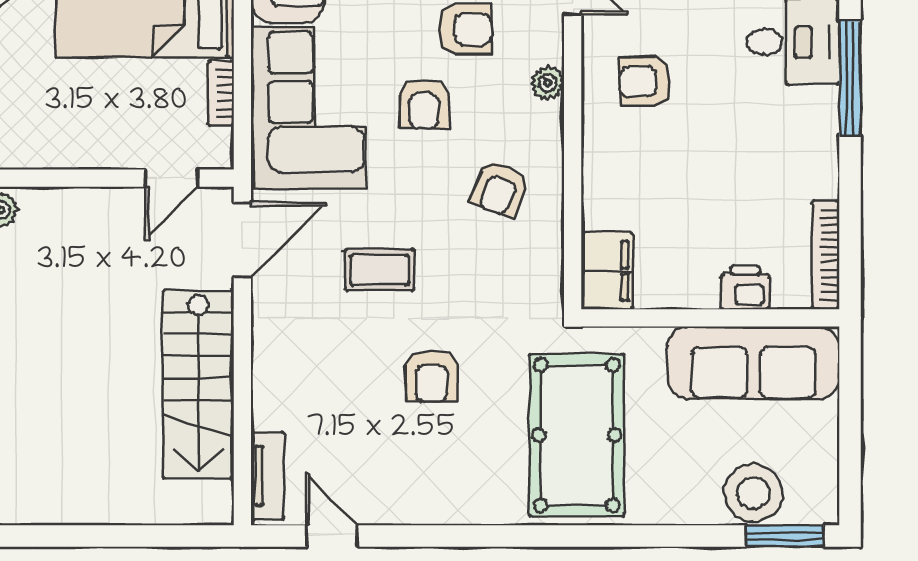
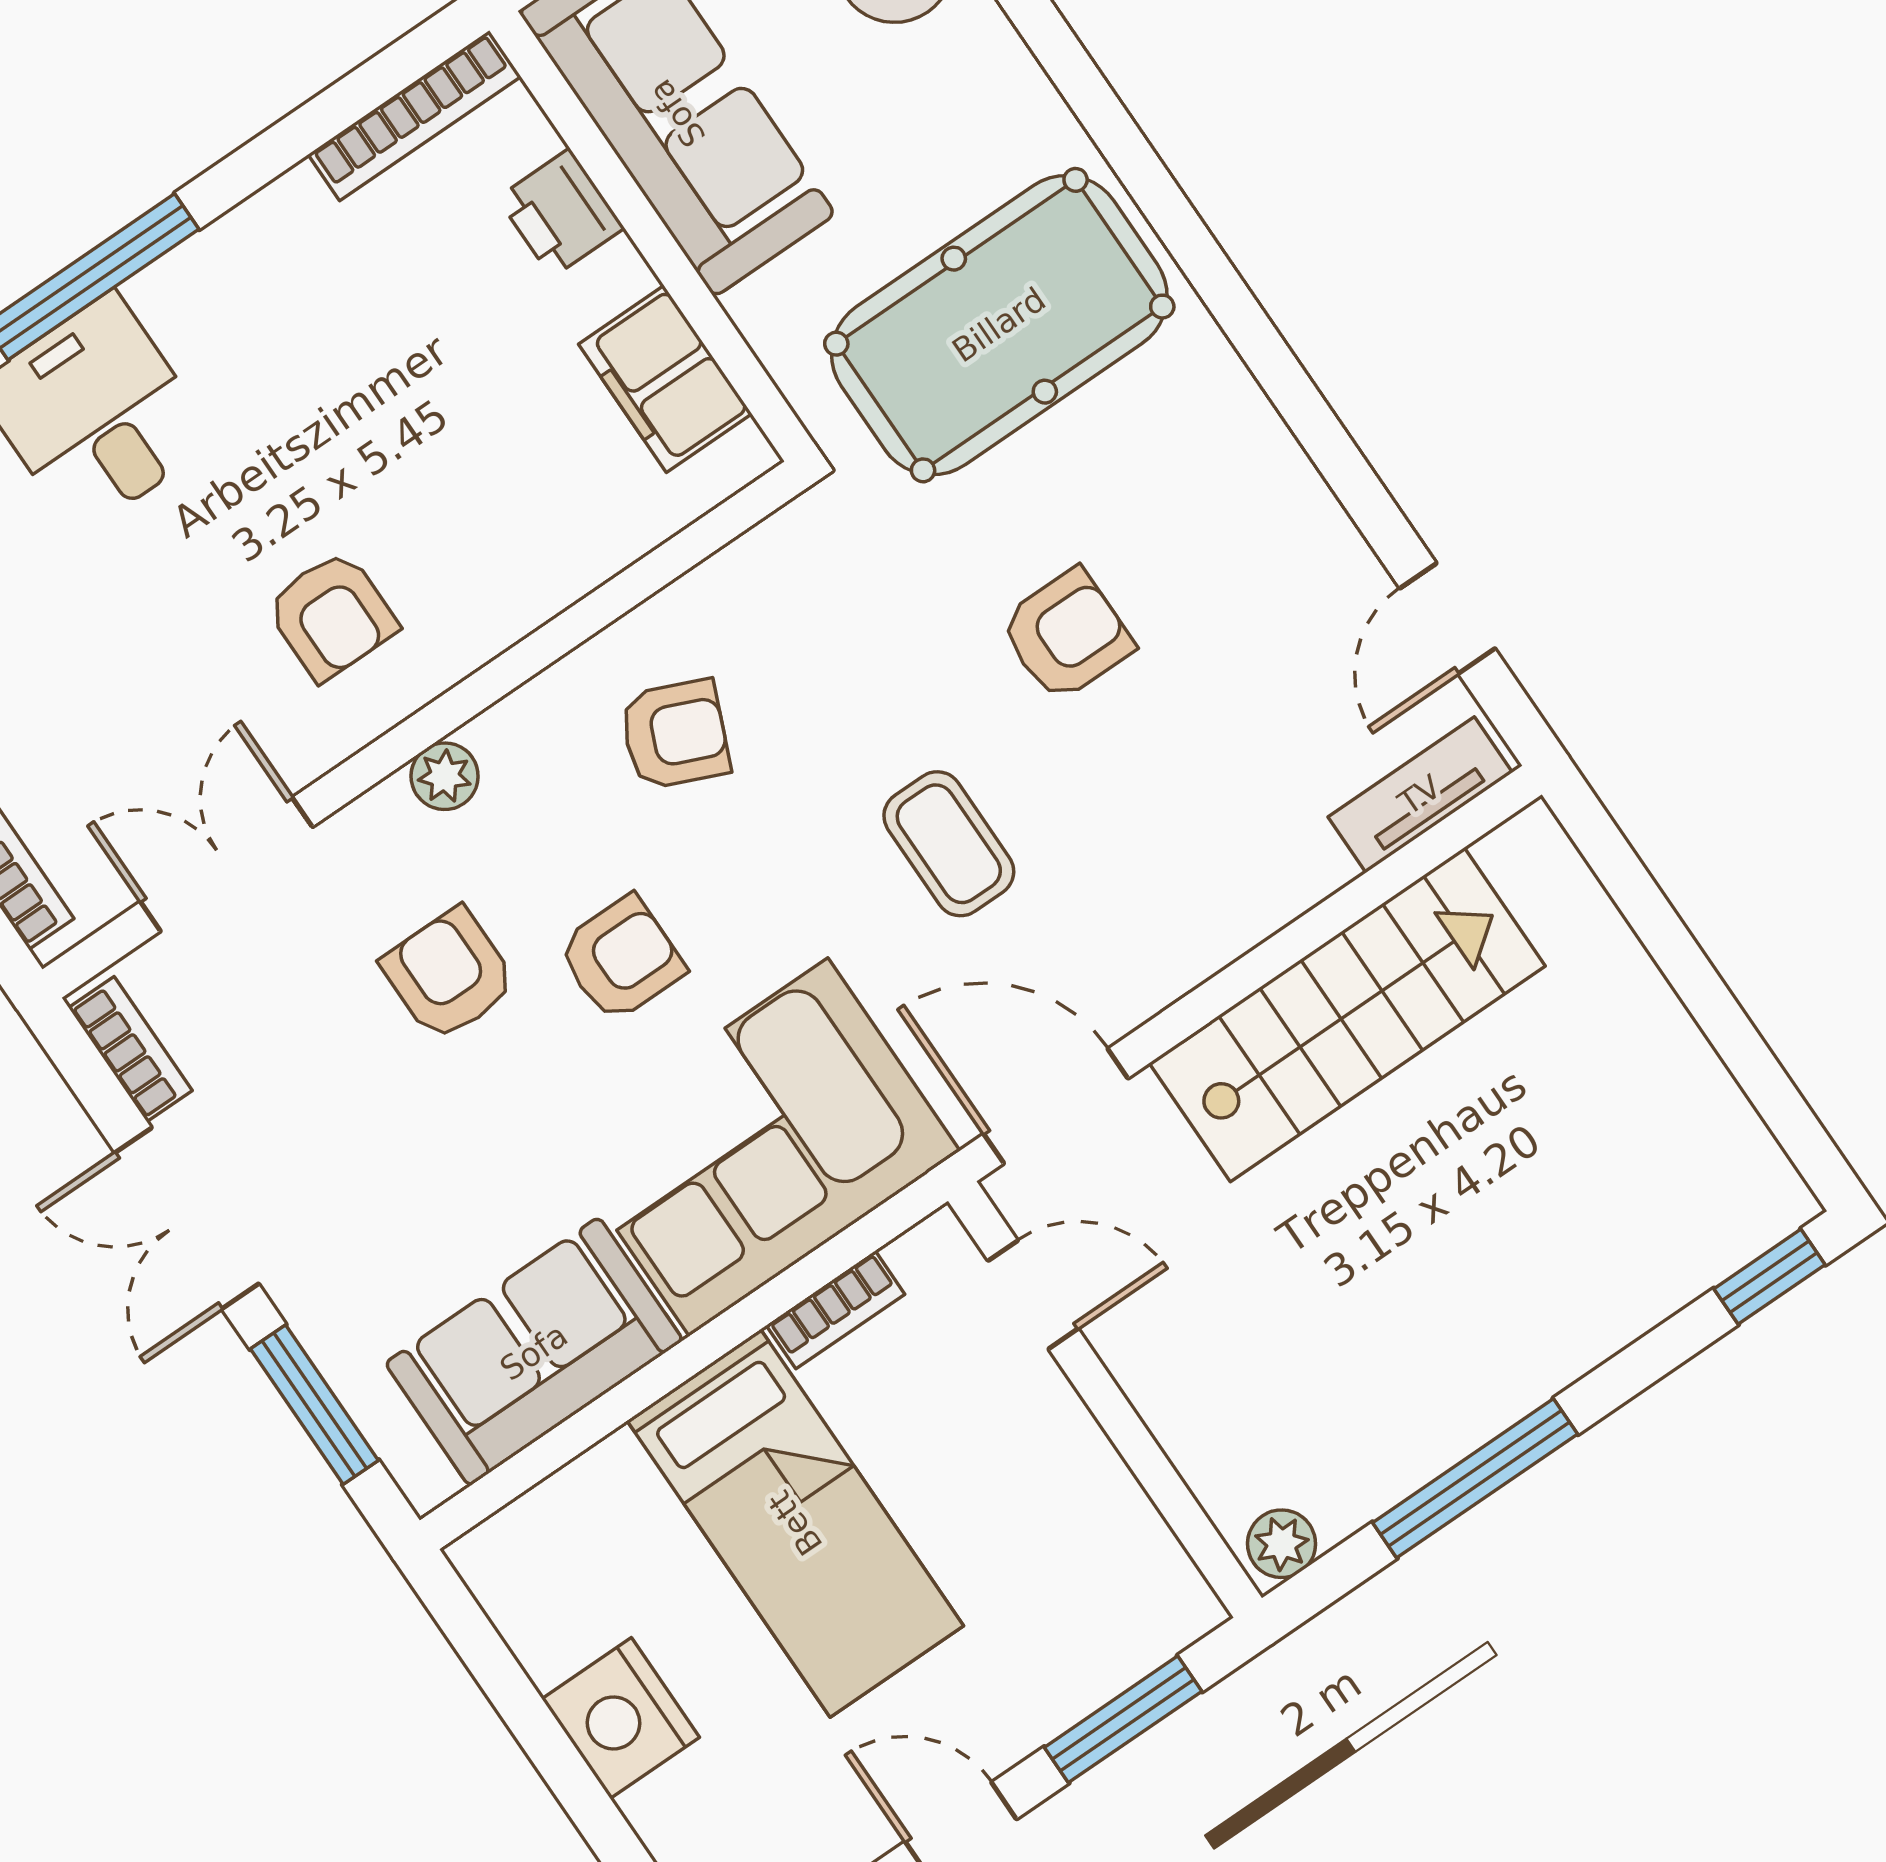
filing cabinet: (607, 271) -> (665, 379), moved, turned -90

